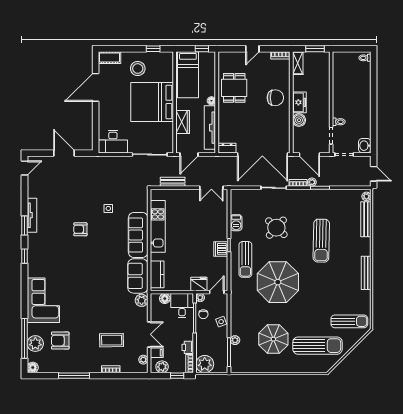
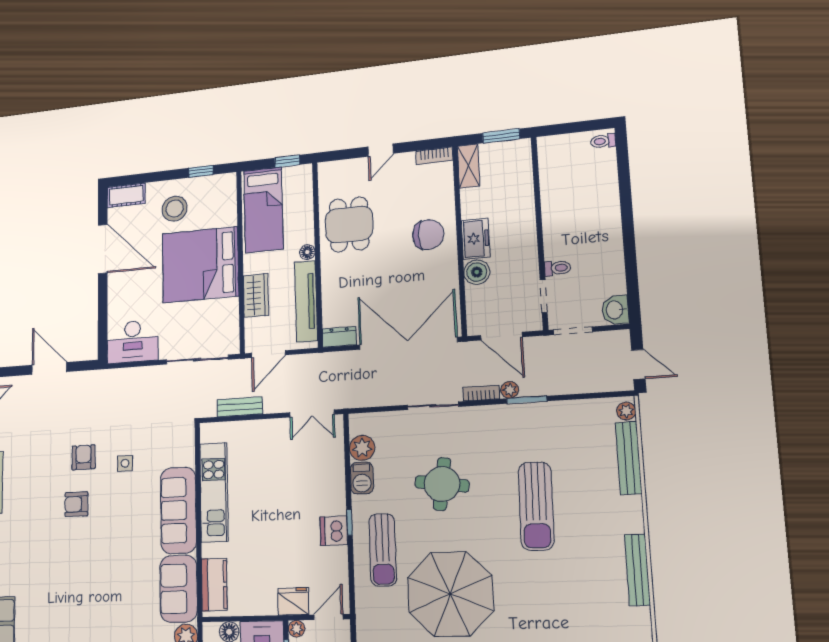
door: (96, 87) -> (103, 249), swing flipped
double door: (262, 154) -> (408, 343), swing flipped
armchair: (84, 204) -> (84, 457), added
plant: (237, 207) -> (362, 448), added
round table: (276, 228) -> (442, 484), turned -34

